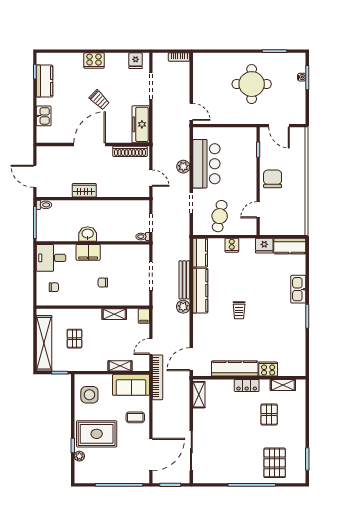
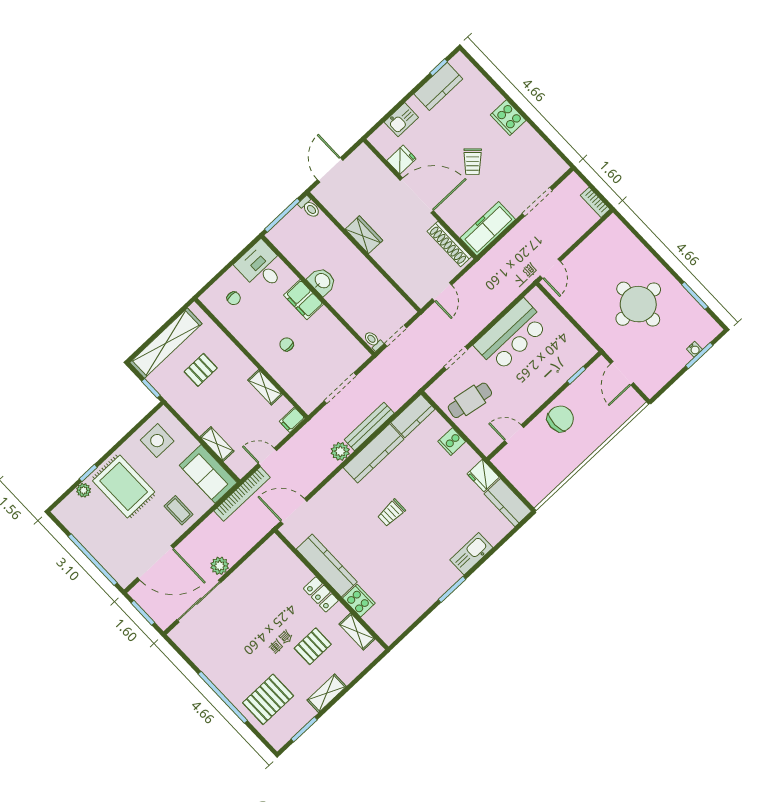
fridge: (136, 61) -> (401, 160), moved, turned 180
plant: (183, 167) -> (220, 566), moved
shelving: (199, 395) -> (327, 693), moved

